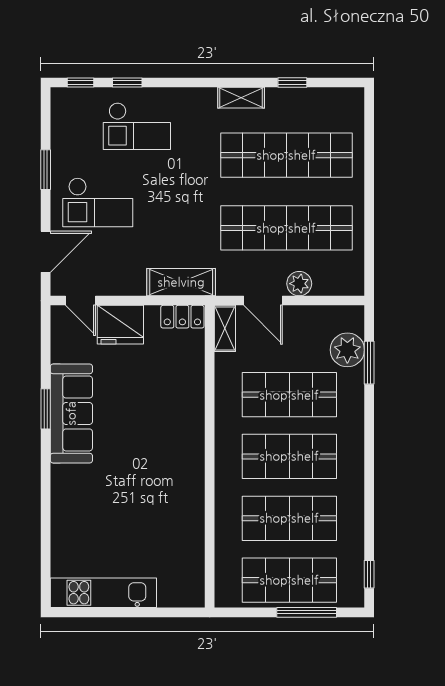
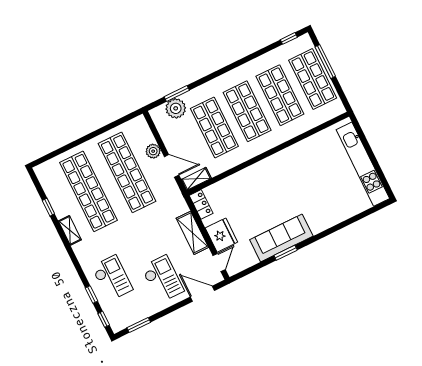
window: (46, 170) -> (139, 325), moved
shelving: (181, 282) -> (192, 233), moved
door: (263, 301) -> (172, 166), hinge flipped
kitchen unit: (103, 593) -> (363, 164), width x1.36

